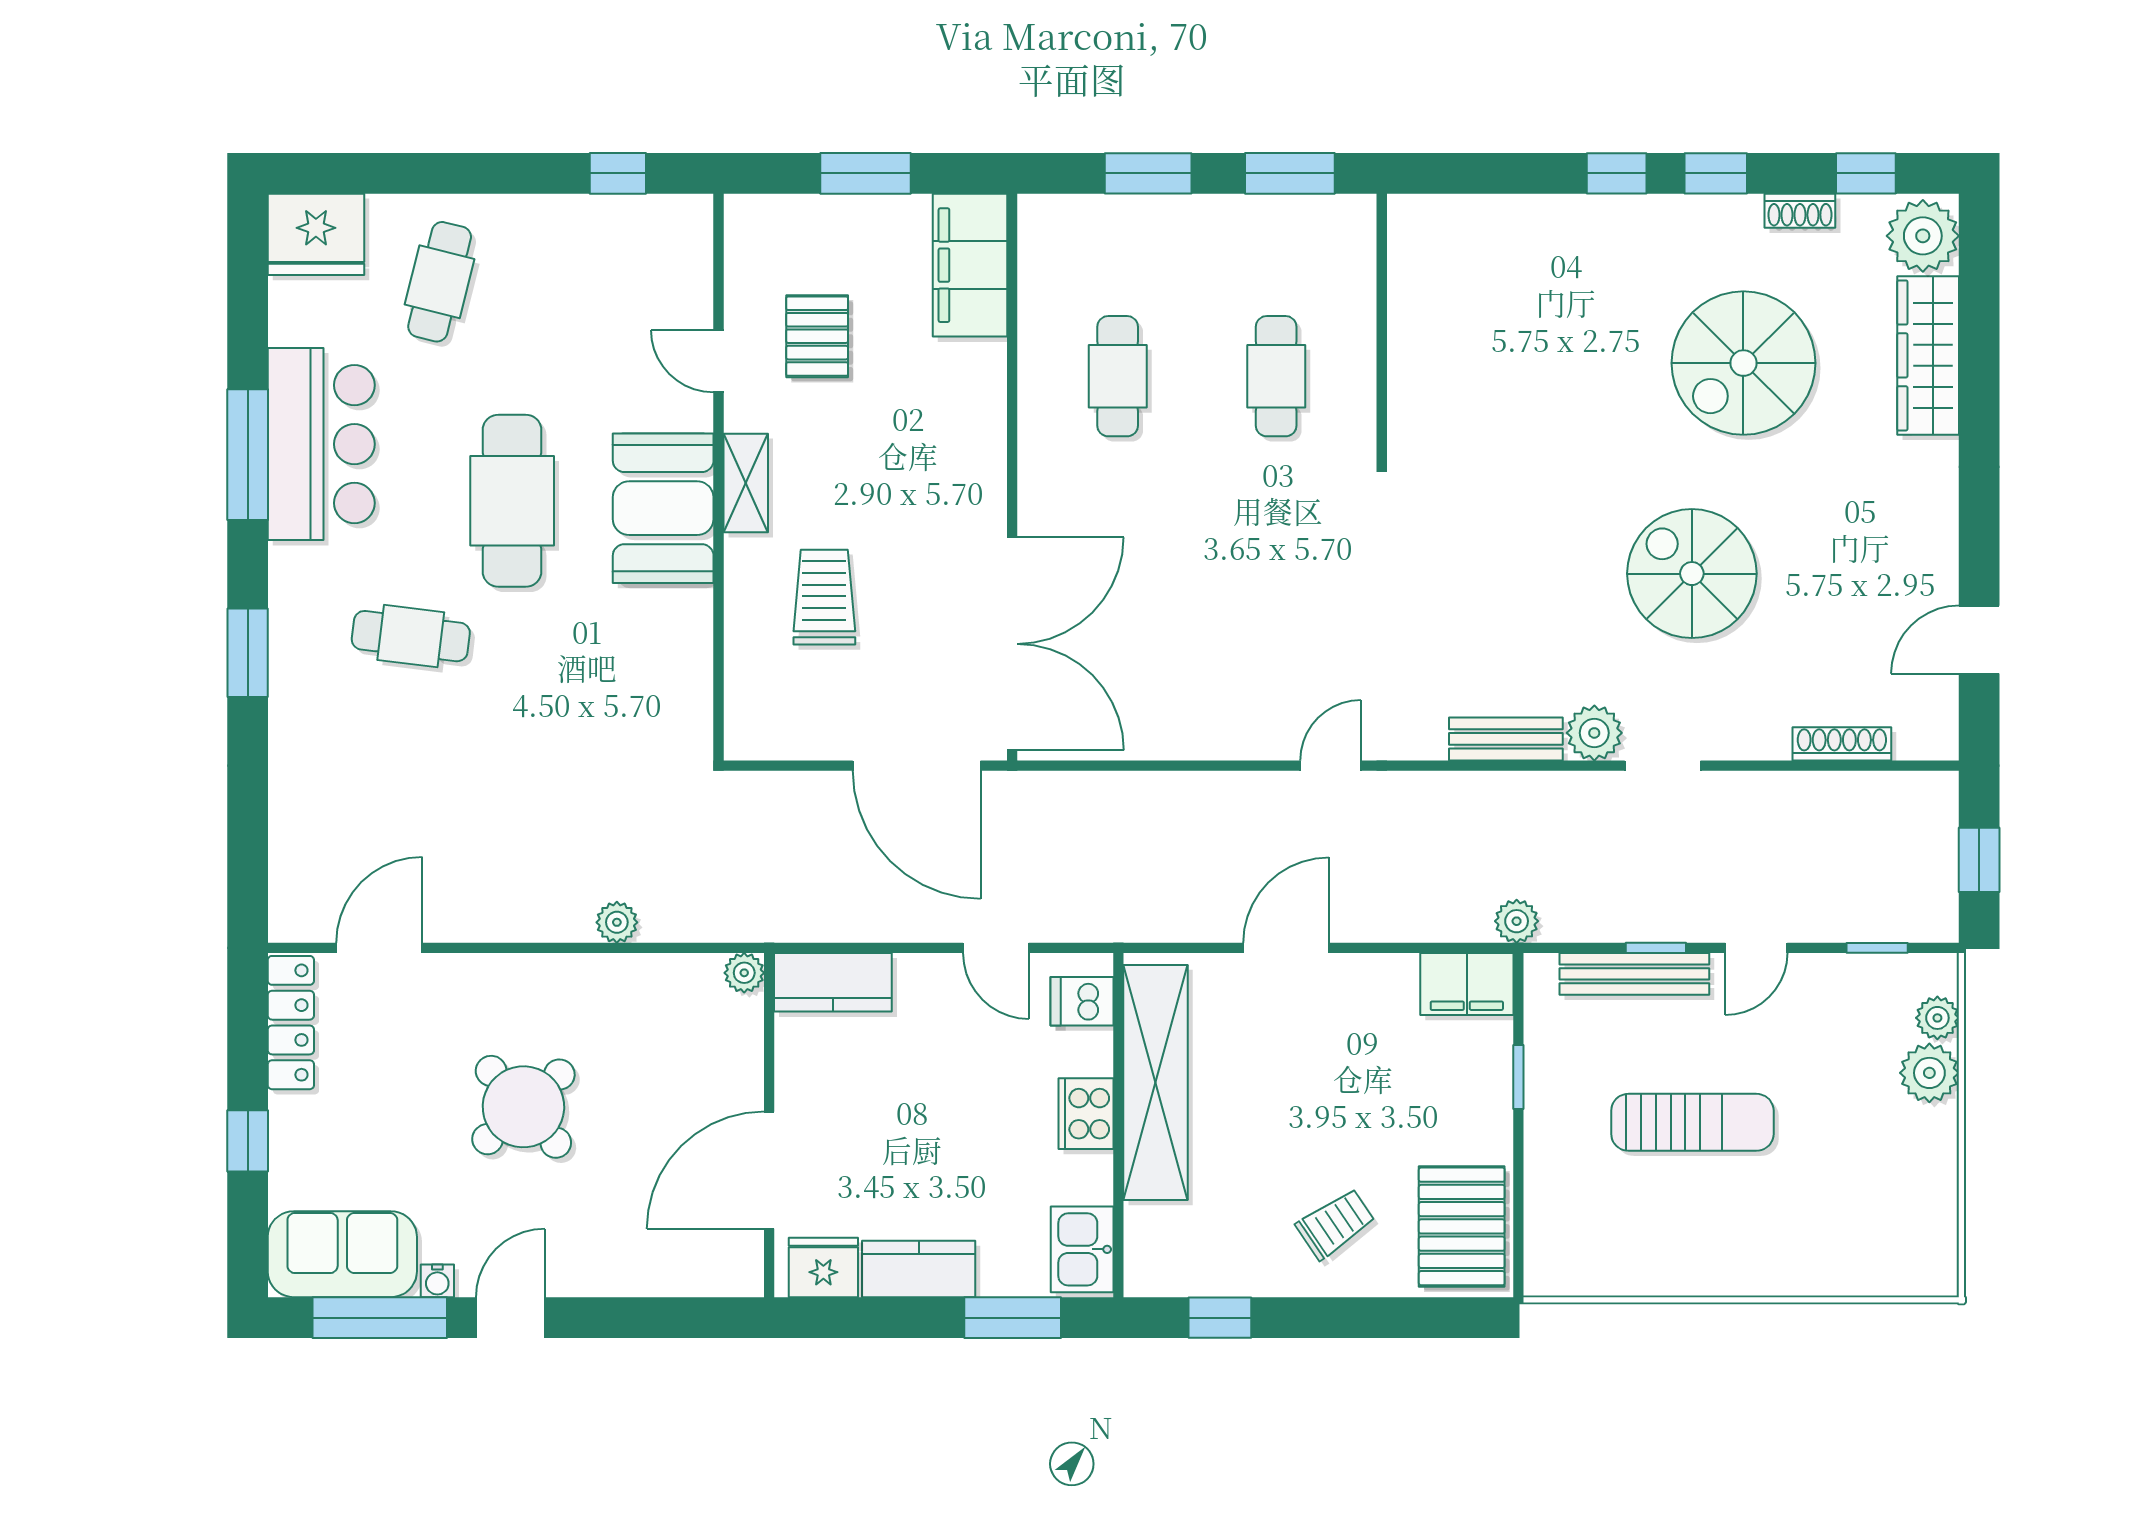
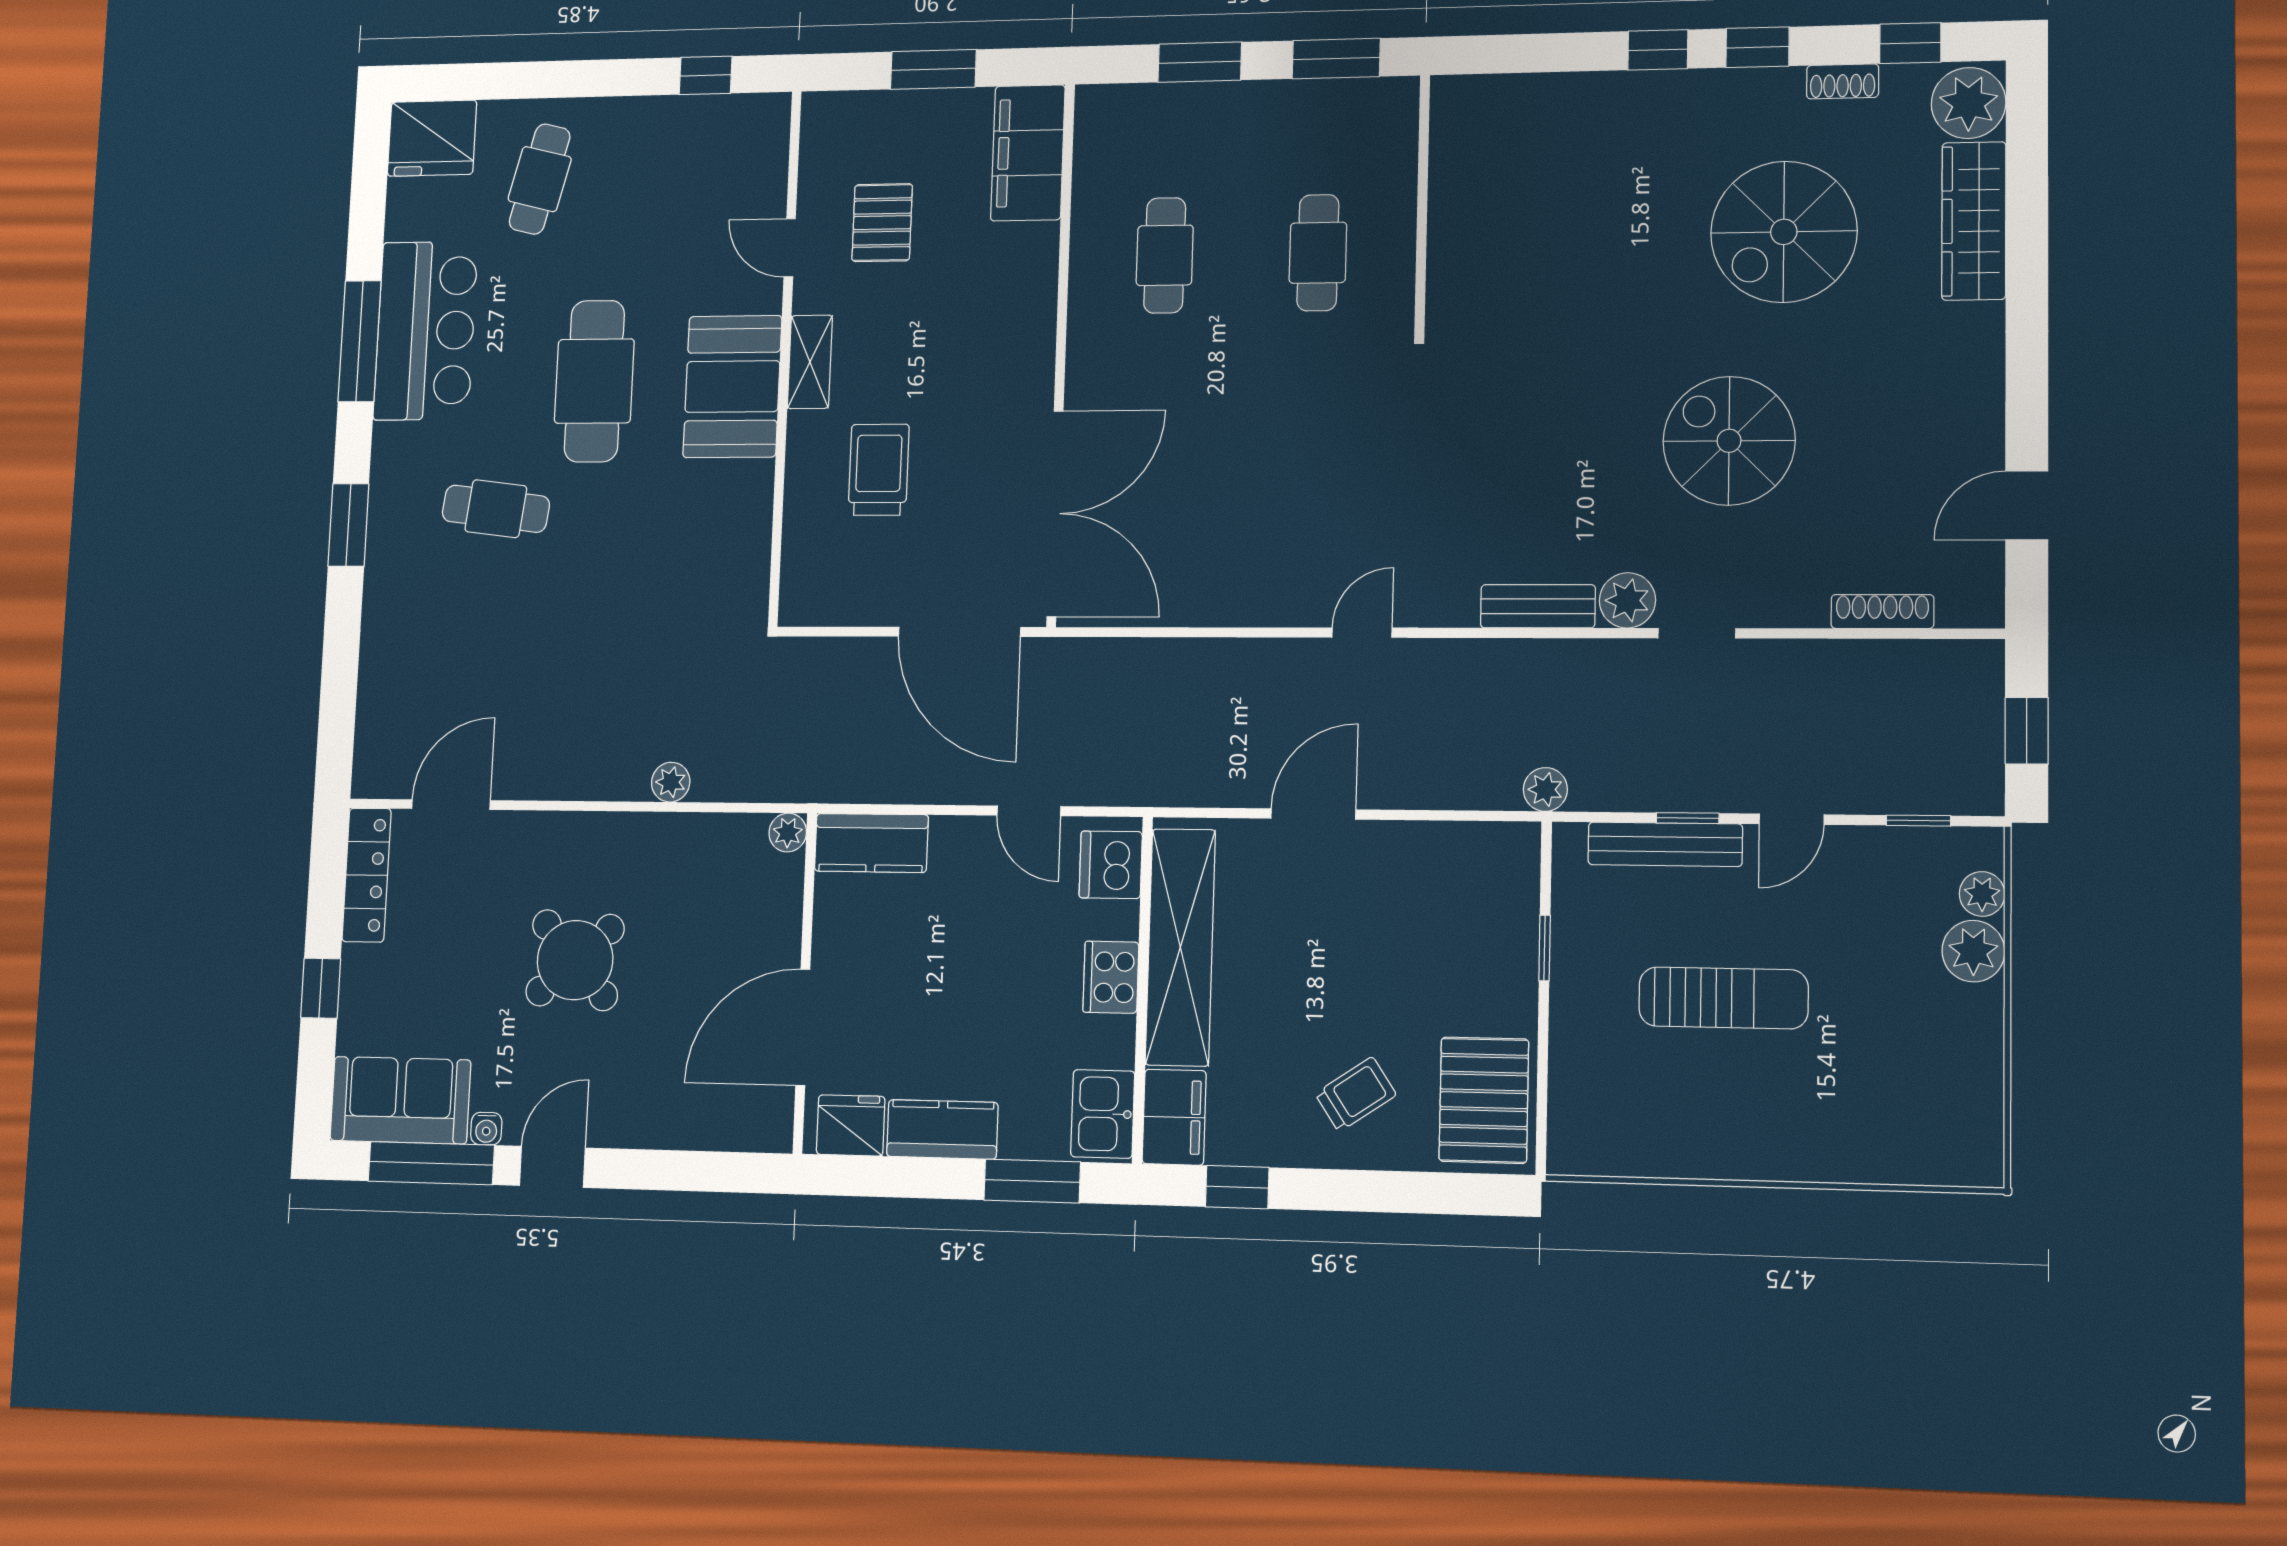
filing cabinet: (1467, 984) -> (1174, 1117), moved, turned -90
dishwasher: (1082, 1001) -> (1111, 865), width x1.38

